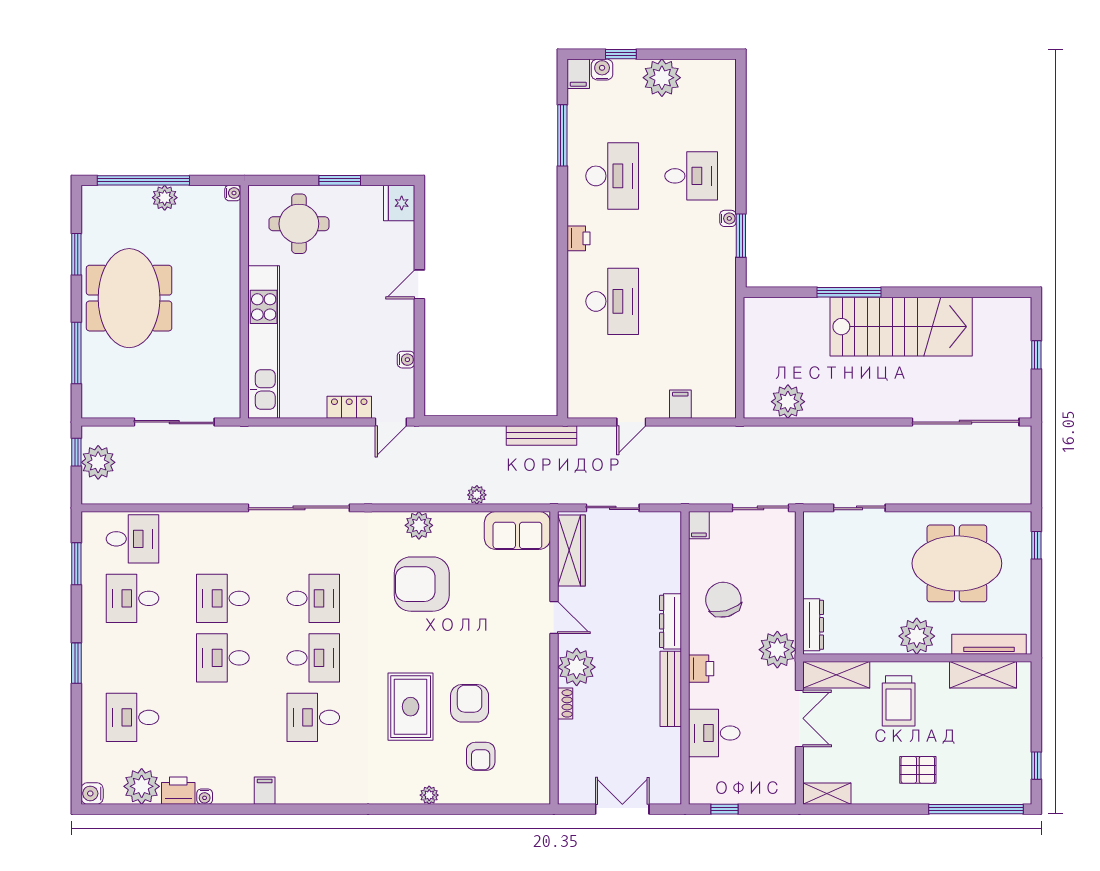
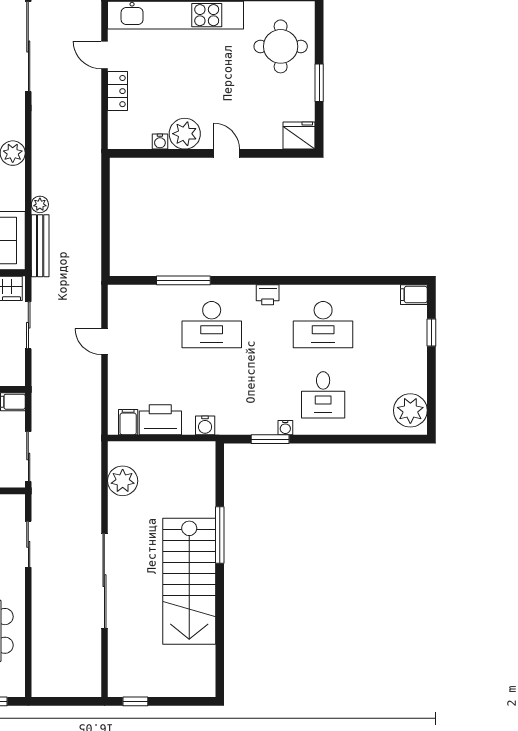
water cooler: (602, 70) -> (205, 425), moved, turned 90
plant: (662, 78) -> (410, 410), moved
window: (562, 135) -> (183, 280), moved
plant: (397, 332) -> (185, 134), added
window: (1036, 355) -> (135, 701), moved
printer: (719, 359) -> (160, 420), added
filing cabinet: (680, 404) -> (128, 422), moved, turned -90
door: (391, 422) -> (104, 55), moved
sliding door: (966, 422) -> (104, 581), moved
bench: (542, 435) -> (40, 246), moved

